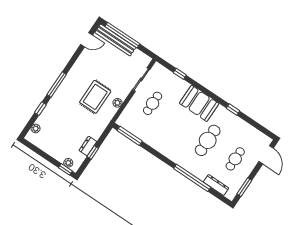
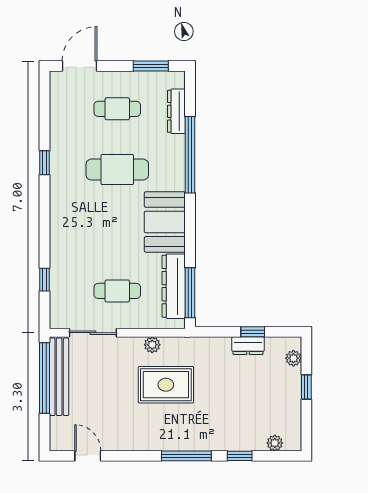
window: (122, 35) -> (45, 378), moved
bench: (115, 40) -> (59, 377), moved
booth: (199, 103) -> (165, 222), moved
dresser: (138, 130) -> (174, 286), added
window: (65, 169) -> (306, 387), moved

